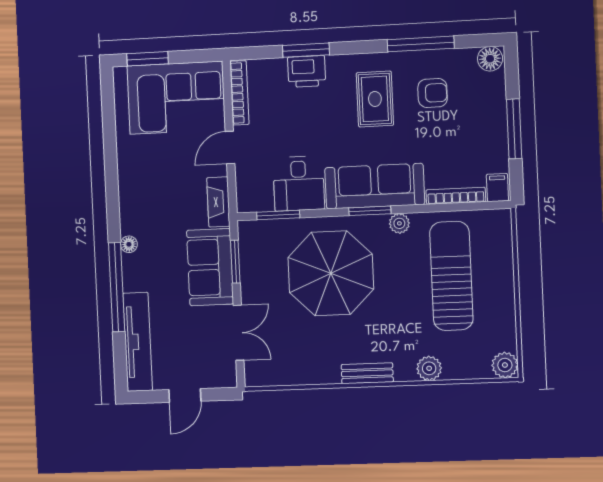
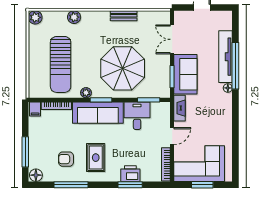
window: (148, 59) -> (202, 185), moved
window: (514, 129) -> (25, 152), moved
tv unit: (138, 342) -> (226, 57), moved
bench: (367, 373) -> (124, 16), moved

